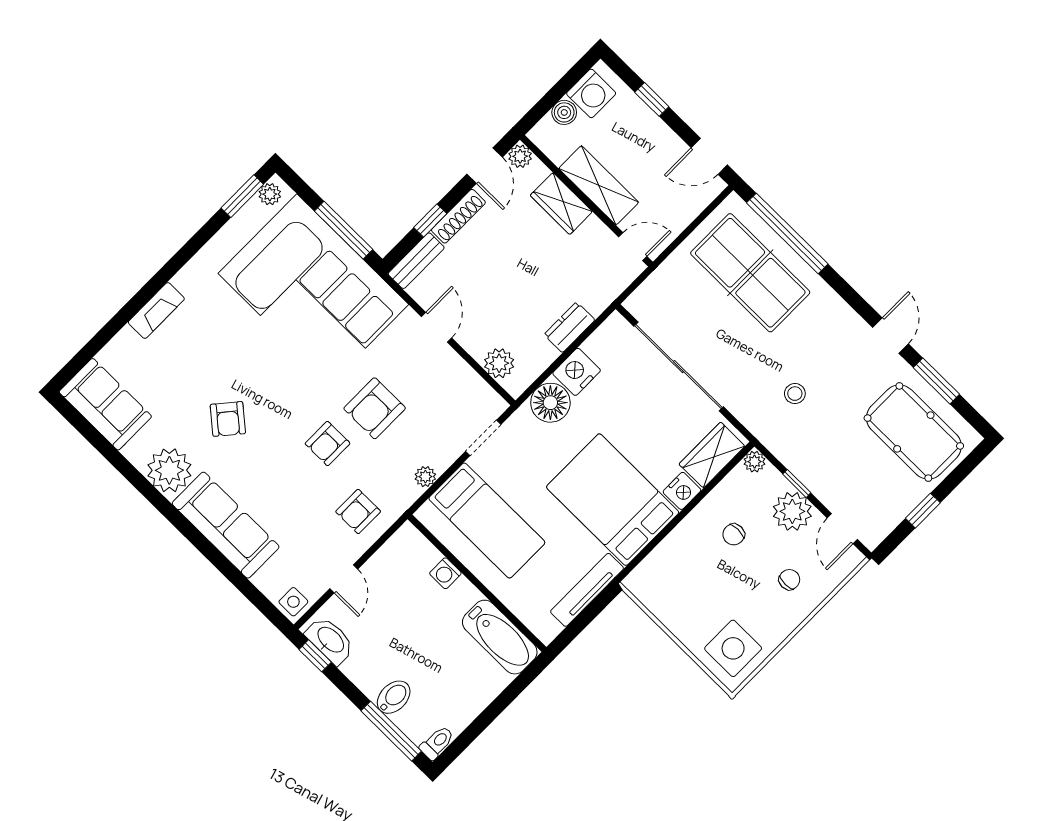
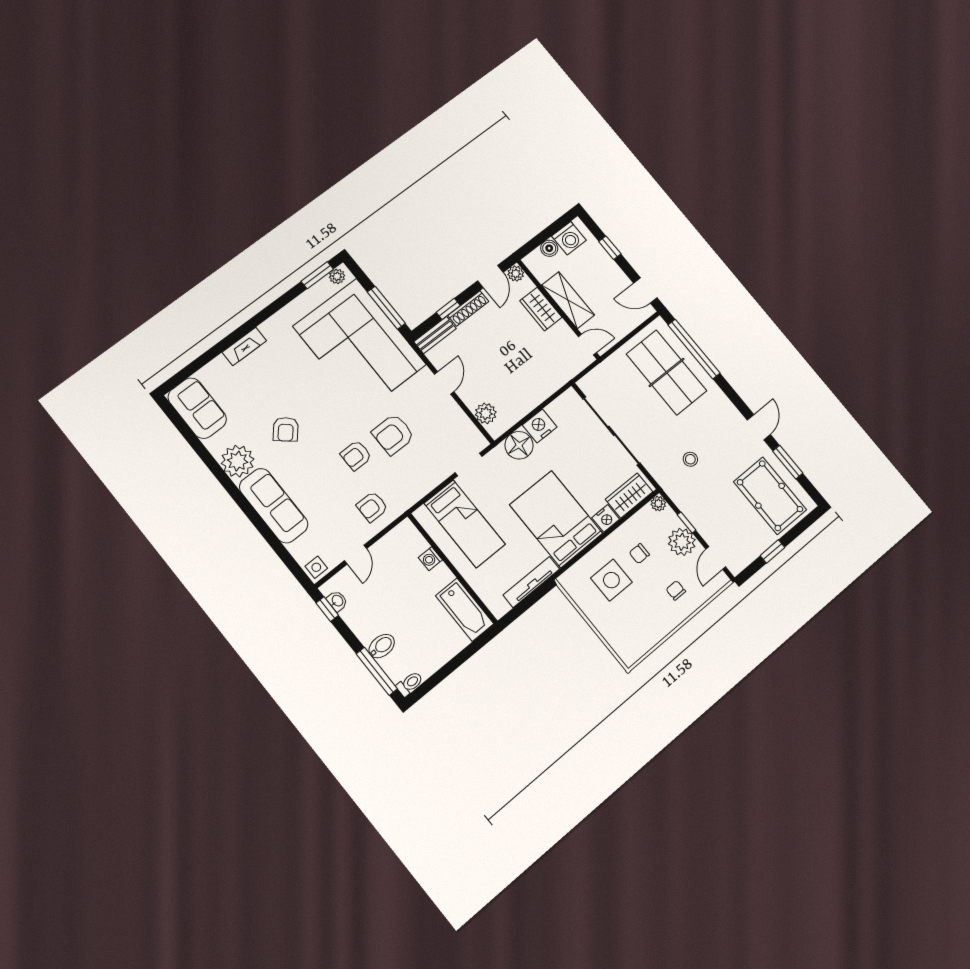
dresser: (569, 327) -> (538, 394), removed
plant: (425, 477) -> (424, 487), removed
chair: (789, 580) -> (676, 590), turned -90
washbasin: (330, 640) -> (337, 601), width x0.52, depth x0.69
side table: (733, 648) -> (611, 580), moved

